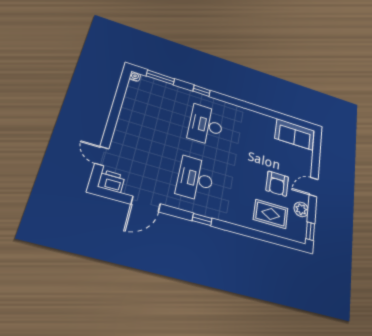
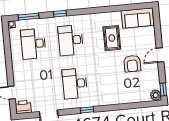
desk: (156, 109) -> (33, 44), added
plant: (301, 209) -> (156, 95), moved
rug: (271, 214) -> (112, 38), moved, turned 90

